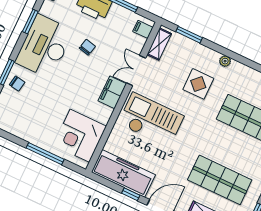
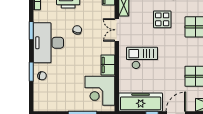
filing cabinet: (112, 92) -> (108, 65), moved
checkout: (151, 120) -> (142, 58), width x0.73, depth x0.83

